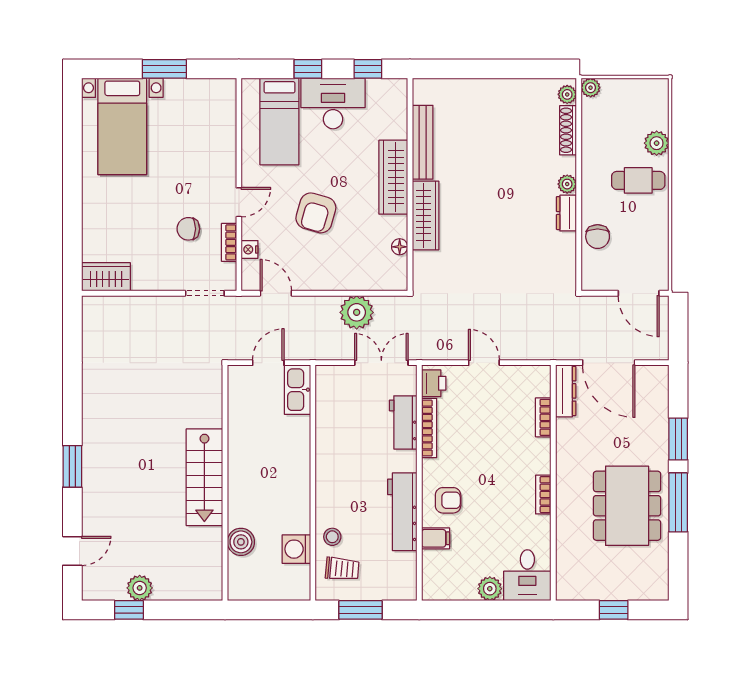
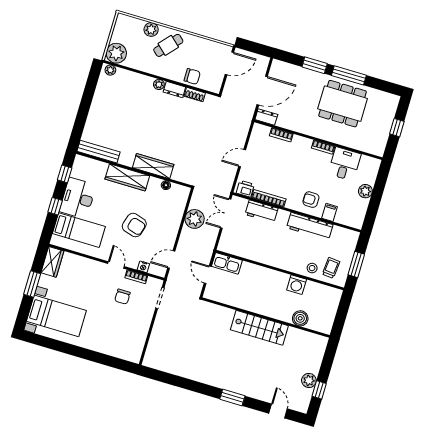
plant: (591, 88) -> (116, 53), width x1.88, depth x1.88
shoe rack: (568, 130) -> (195, 95), moved, width x0.70
bench: (423, 142) -> (98, 152), moved
cafe table: (638, 180) -> (168, 45), turned 42
wardrobe: (106, 277) -> (52, 262), moved, turned 180
dresser: (566, 391) -> (266, 117), width x0.70
armchair: (448, 500) -> (311, 200), turned -90
washing machine: (296, 549) -> (297, 285), moved
desk: (527, 575) -> (344, 164), moved, turned -90

